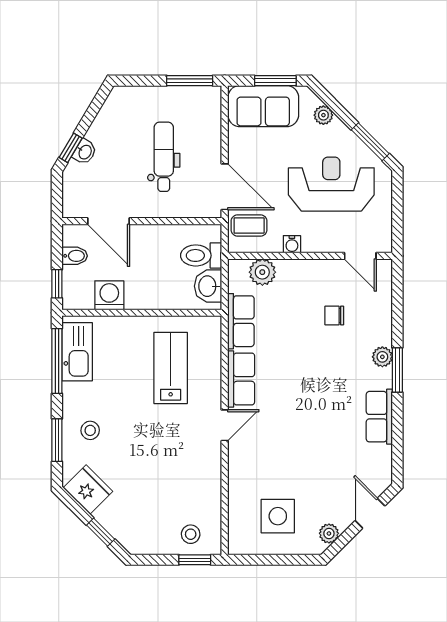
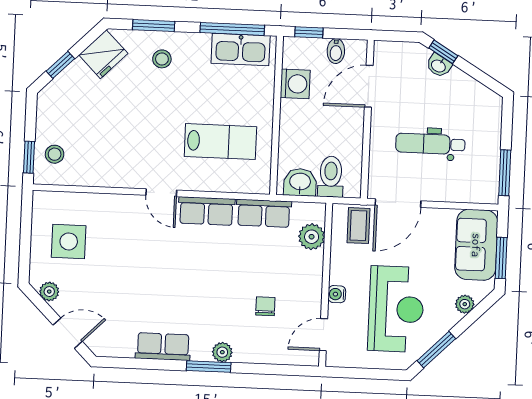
dental chair: (164, 157) -> (430, 144), turned 180
water cooler: (292, 244) -> (337, 294), moved

